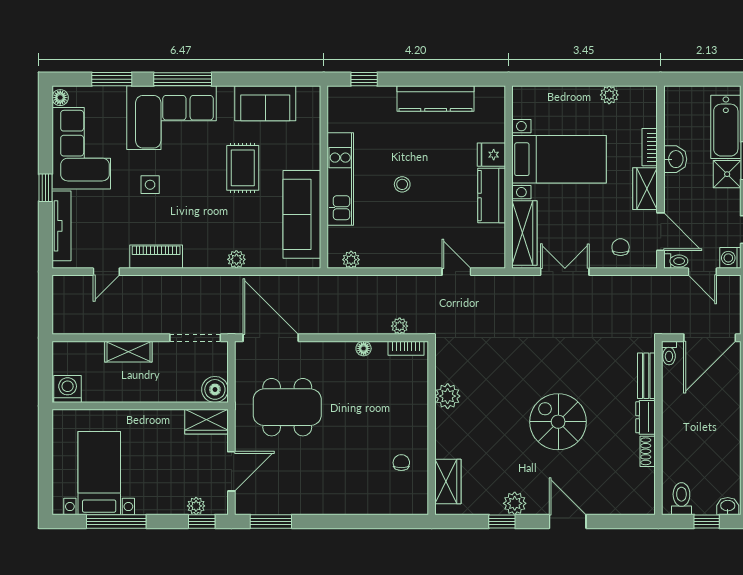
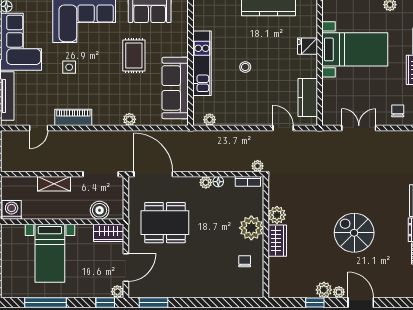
kitchen counter: (492, 196) -> (308, 97), moved
wardrobe: (524, 233) -> (331, 101), removed
plant: (400, 326) -> (258, 166), moved
plant: (346, 350) -> (206, 182), added
boiler: (215, 389) -> (100, 210), moved
plant: (411, 415) -> (251, 228), added
bed with nightstands: (99, 473) -> (50, 253), moved, turned 180
wardrobe: (448, 482) -> (277, 241), moved
plant: (196, 506) -> (117, 292), moved
plant: (536, 507) -> (339, 292), added

